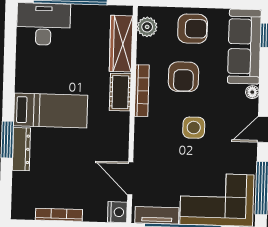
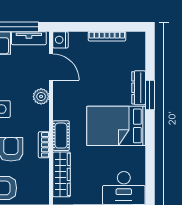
plant: (147, 27) -> (41, 96), moved
bookcase: (142, 91) -> (44, 145), width x0.64
bed: (51, 110) -> (116, 126), width x1.50

